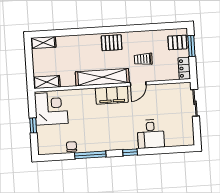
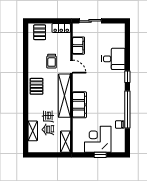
shelving: (43, 43) -> (33, 131), moved
window: (191, 46) -> (43, 21), removed
filing cabinet: (164, 91) -> (79, 46), added
filing cabinet: (112, 95) -> (80, 105), moved
corner desk: (51, 108) -> (98, 139), moved
window: (90, 155) -> (127, 110), width x1.46

